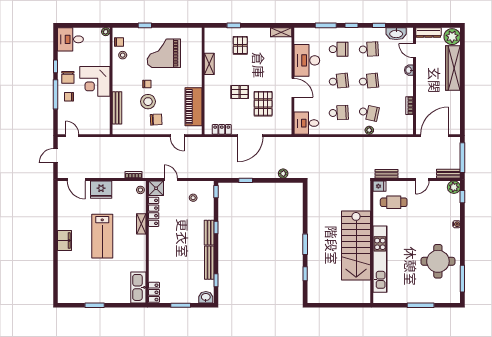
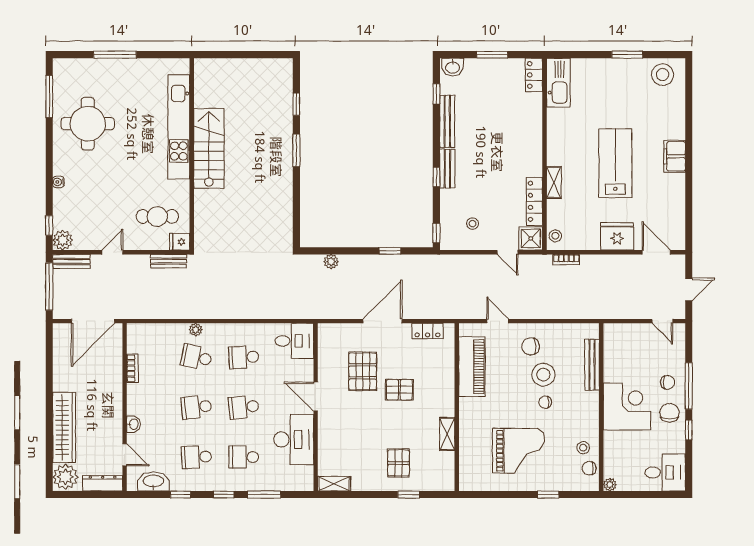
stairs: (356, 246) -> (209, 148), width x0.73, depth x0.66
stool: (72, 293) -> (663, 75), added

